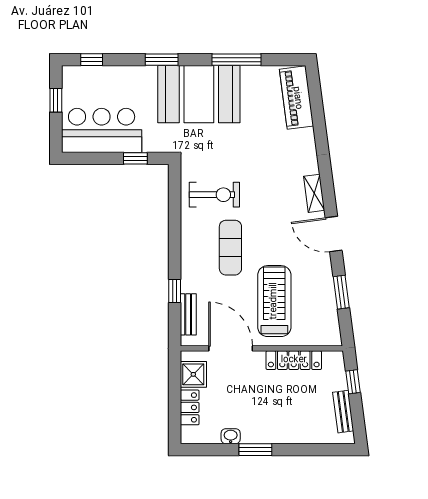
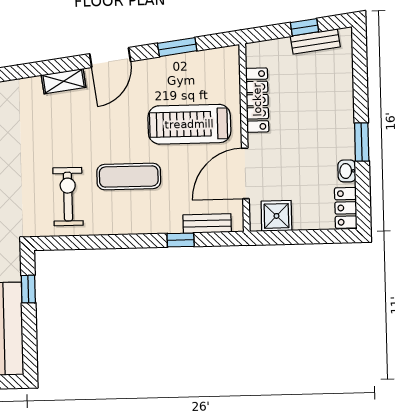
window: (353, 382) -> (304, 27), moved
locker: (190, 407) -> (346, 208), moved, turned -90

